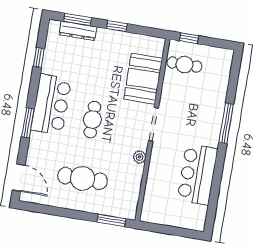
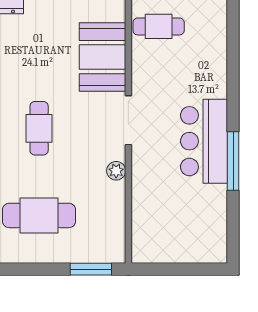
window: (226, 123) -> (233, 161), moved
bar counter: (197, 174) -> (204, 141), moved

